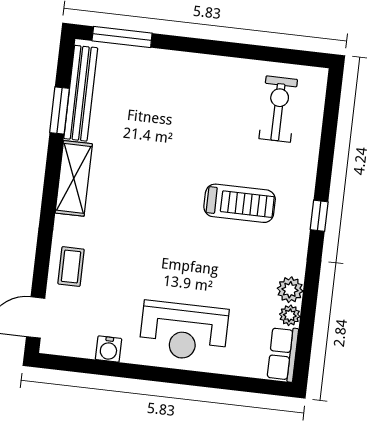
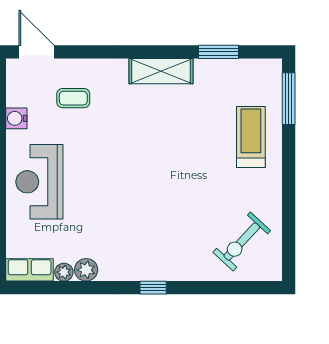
bench: (81, 93) -> (236, 68), removed
exercise bike: (278, 109) -> (242, 241), turned 133
treadmill: (240, 203) -> (251, 137), moved, turned 180
coffee table: (71, 267) -> (73, 98), moved

